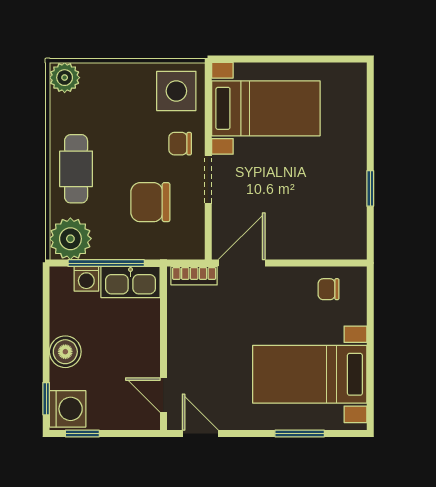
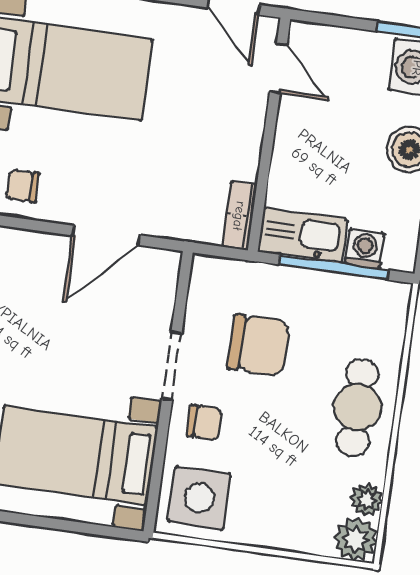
plant: (70, 239) -> (367, 500), moved, width x0.53, depth x0.53
door: (242, 263) -> (106, 235), moved
bookcase: (194, 276) -> (239, 216), moved, turned -90
chair: (329, 289) -> (23, 186), turned 180

